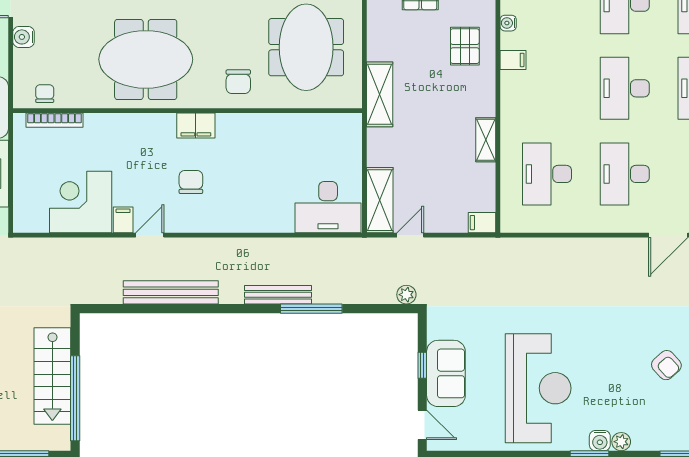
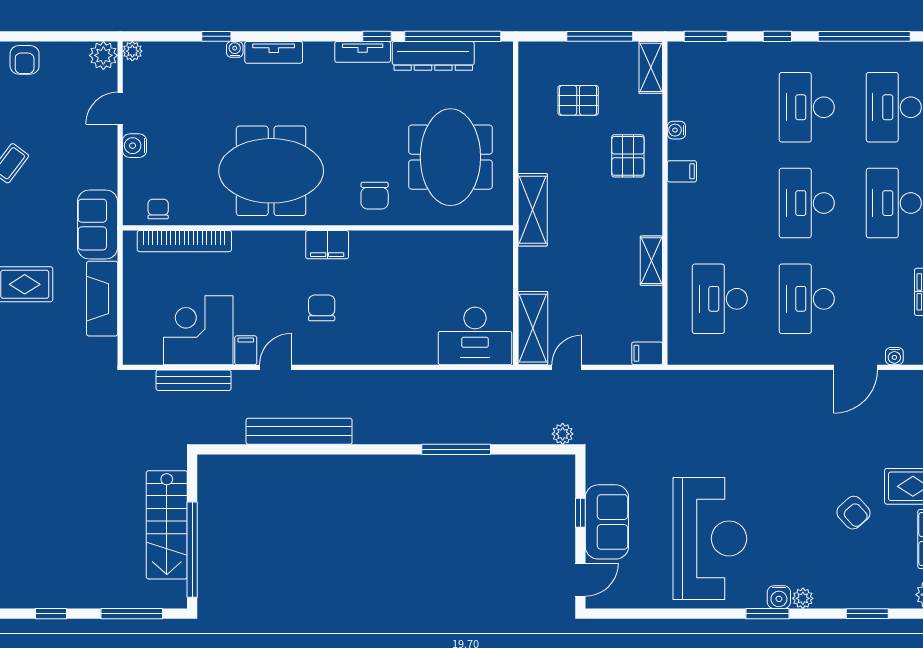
bookcase: (55, 120) -> (184, 241), width x1.48, depth x1.31
bench: (278, 295) -> (194, 380), moved
door: (422, 425) -> (580, 580), hinge flipped

